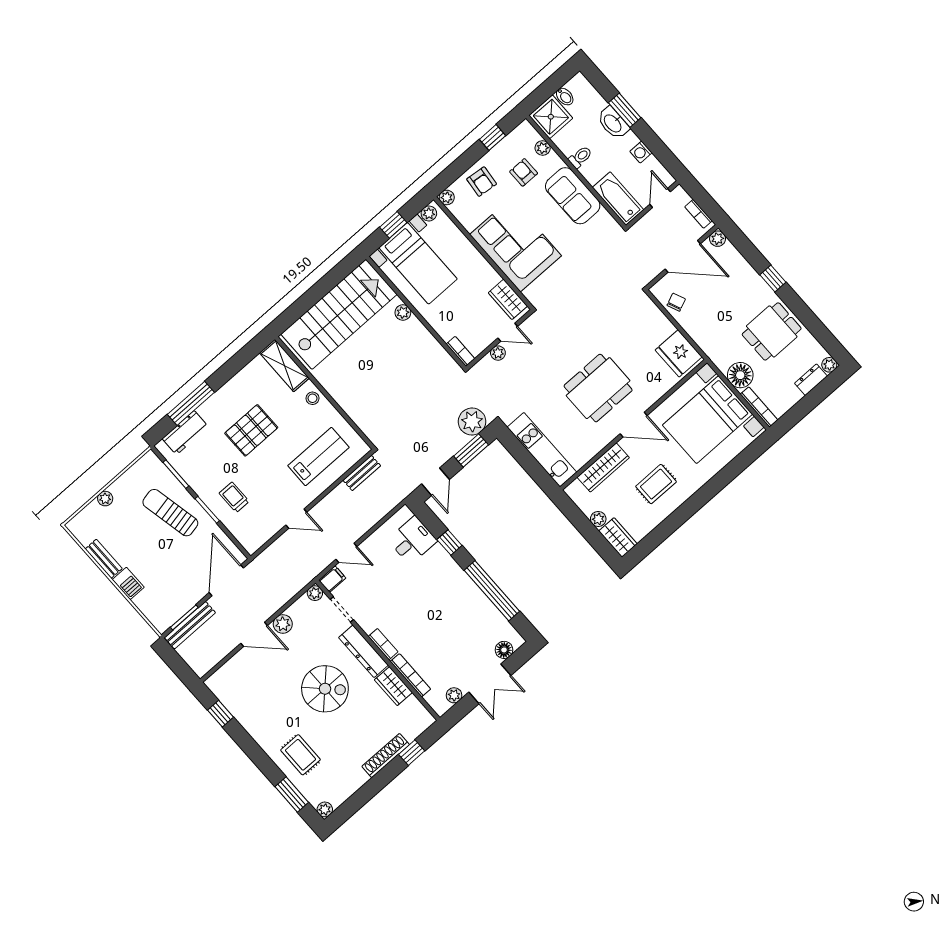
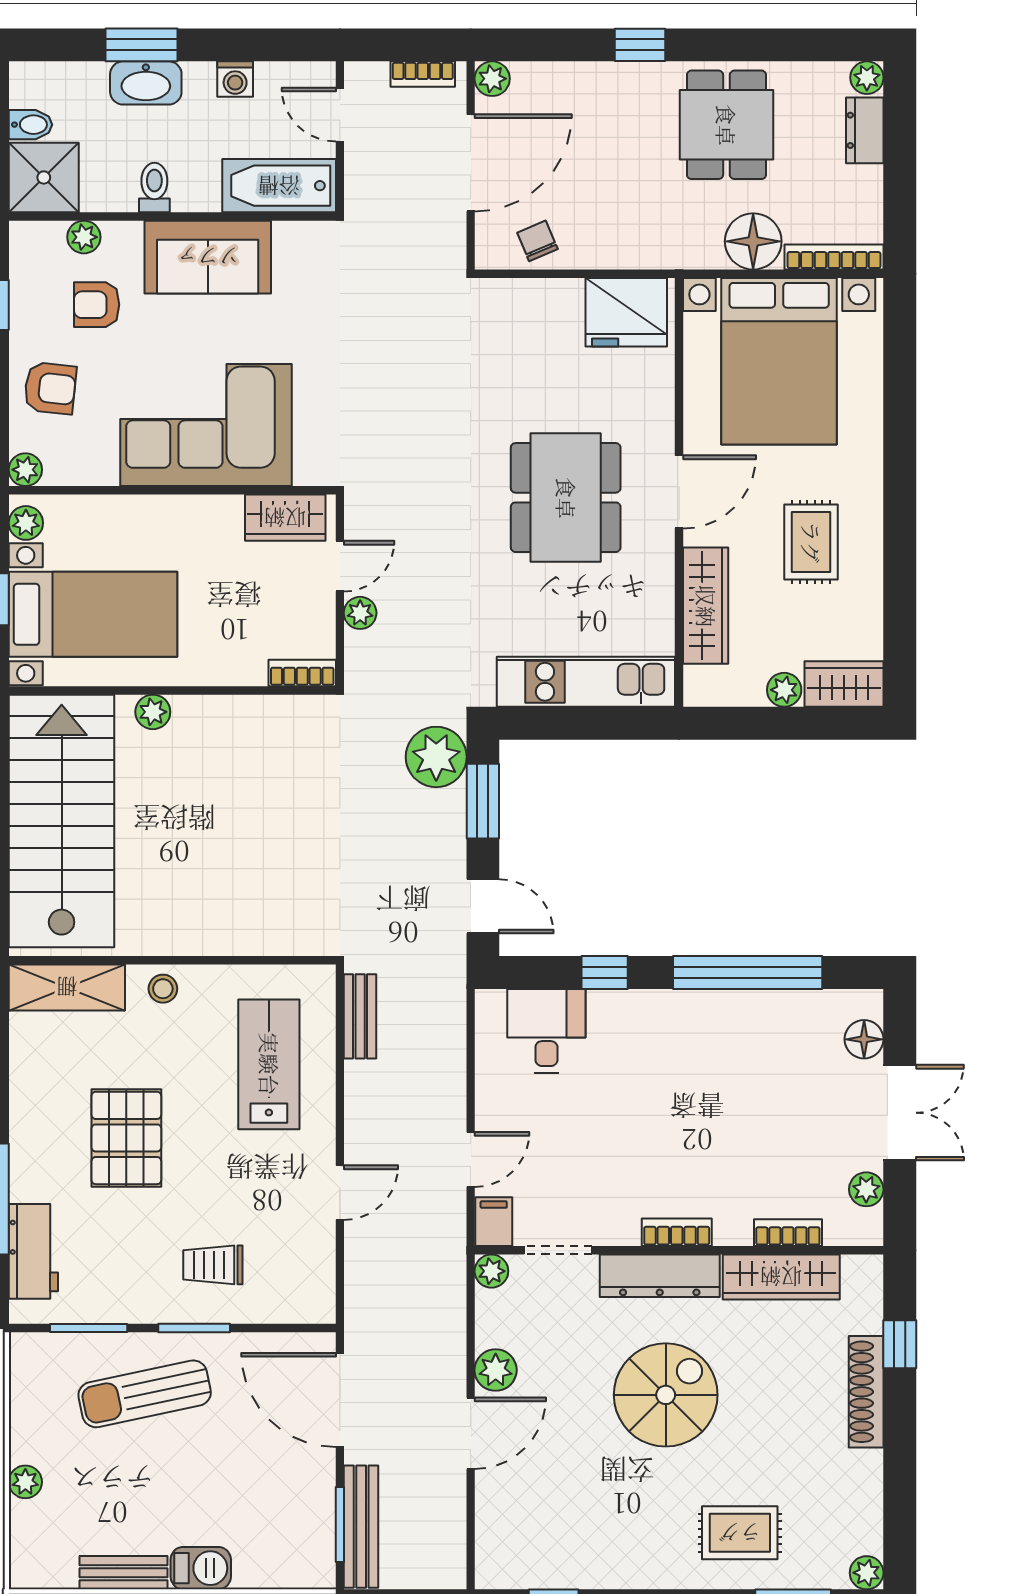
bookcase: (410, 675) -> (788, 1233), width x0.64
wardrobe: (393, 686) -> (781, 1277), width x1.50

